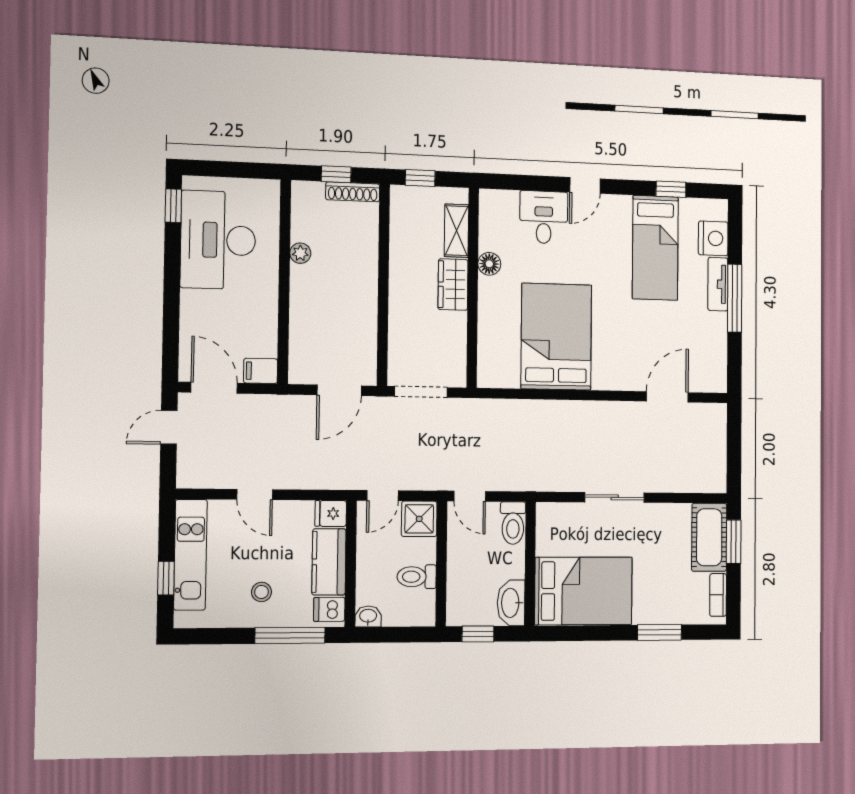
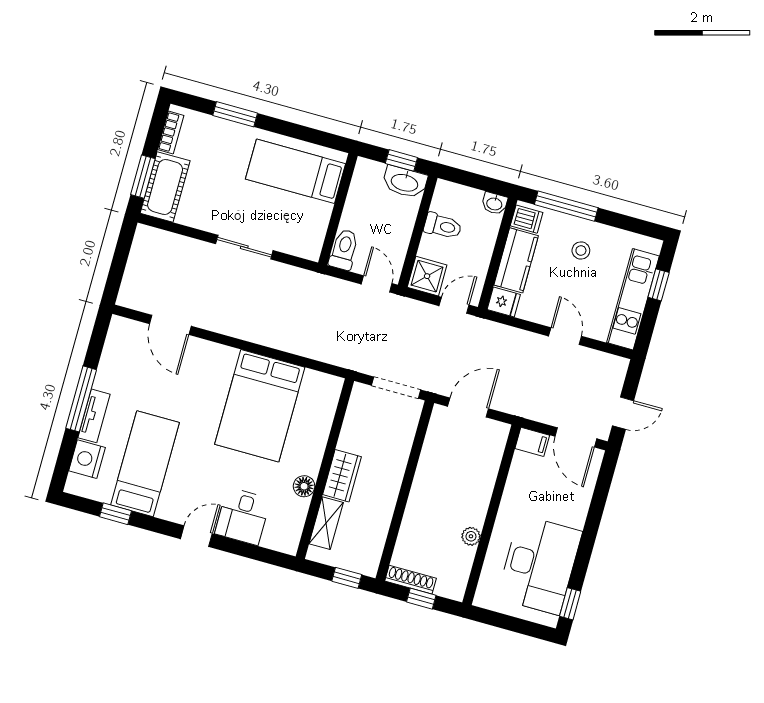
door: (667, 397) -> (170, 325), hinge flipped
bed: (584, 591) -> (296, 171), width x0.67
washbasin: (511, 603) -> (405, 182), moved, turned 90

